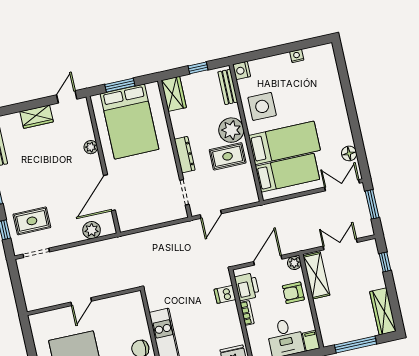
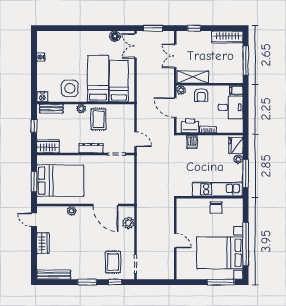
plant: (231, 130) -> (81, 109), width x0.53, depth x0.53

